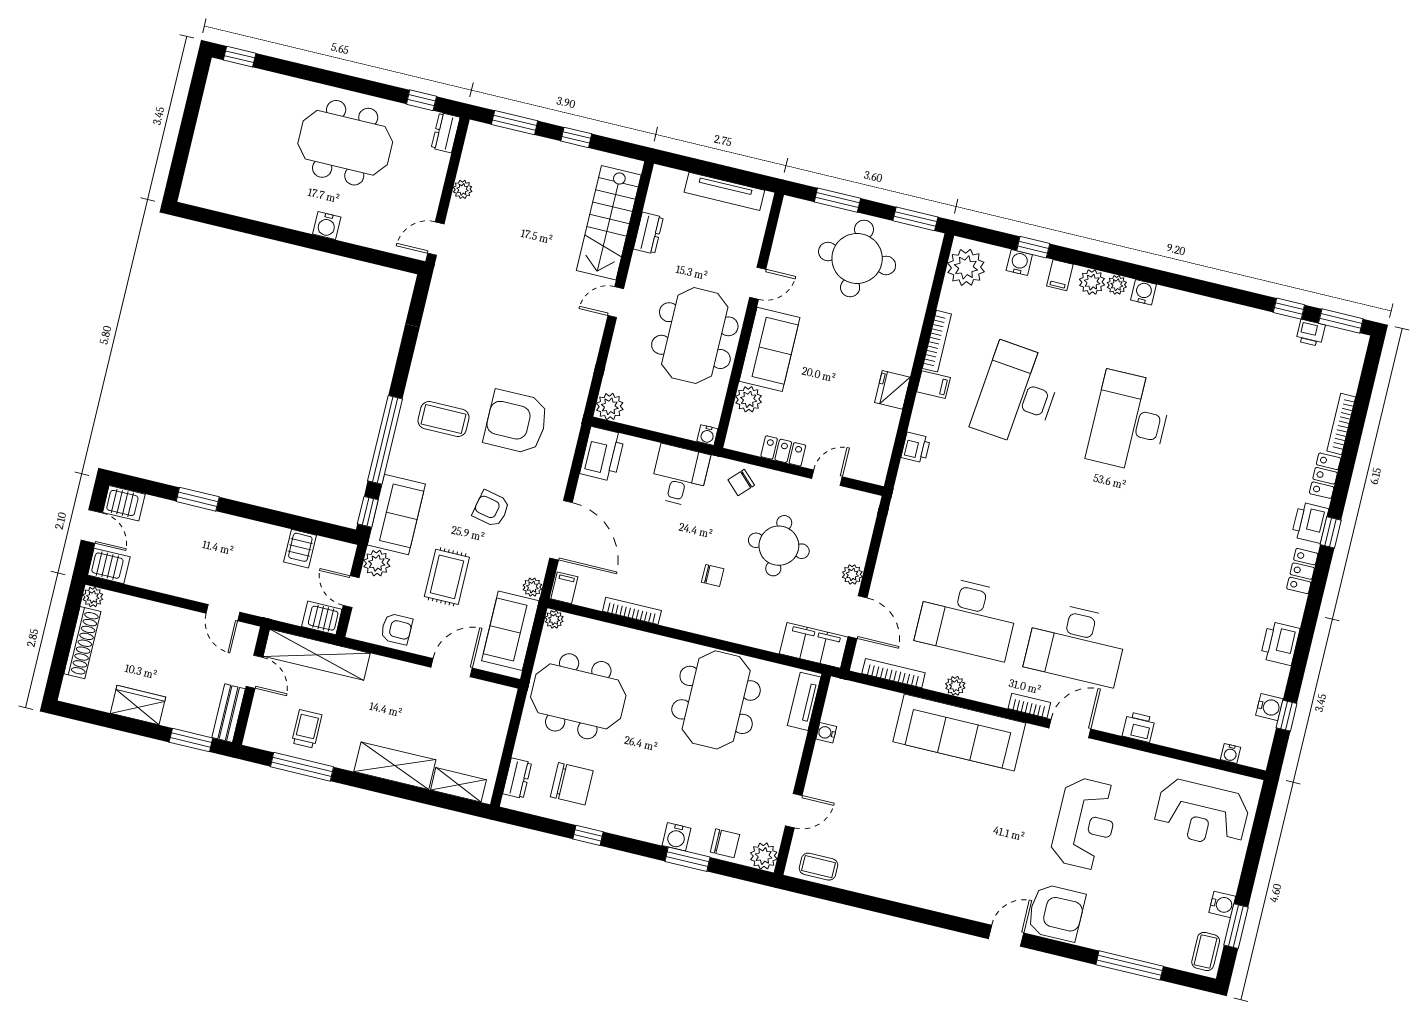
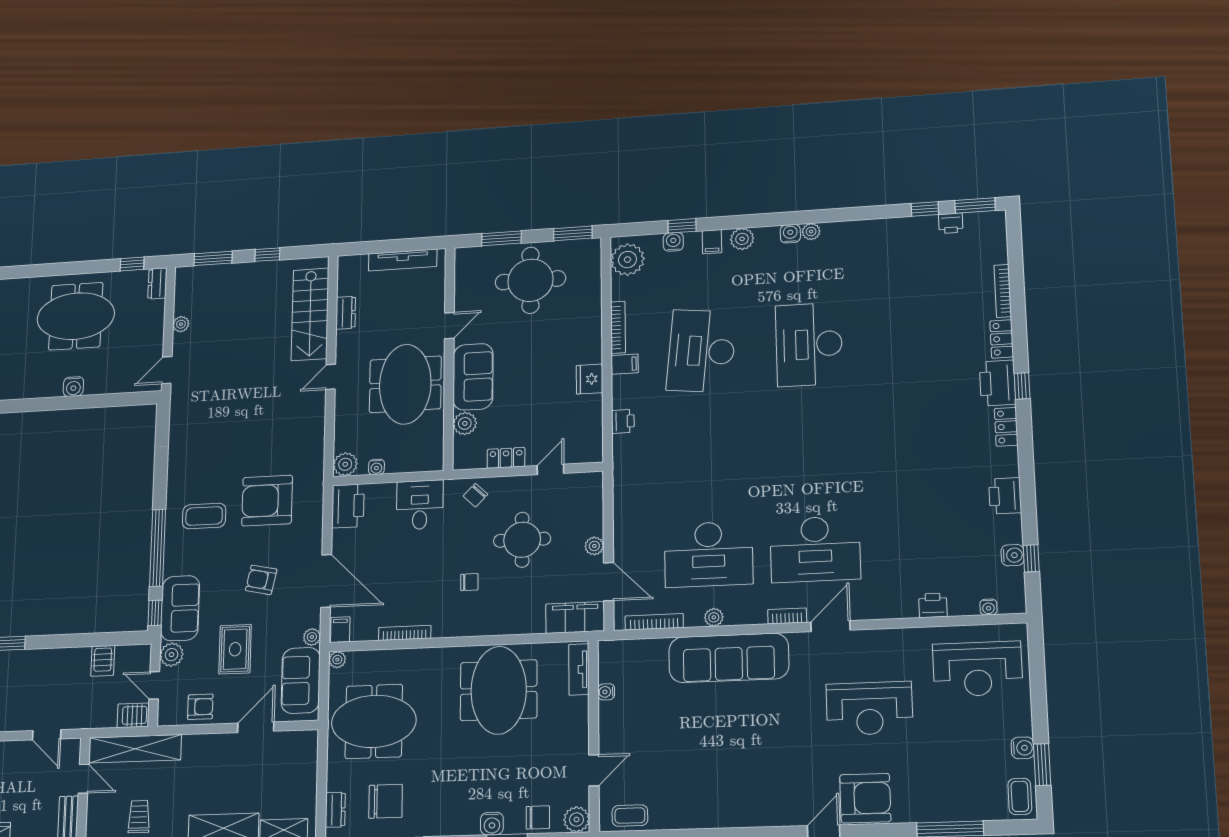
plant: (1117, 285) -> (811, 232), moved
water cooler: (707, 435) -> (376, 467), moved
printer: (1310, 523) -> (998, 383), width x1.37, depth x1.19
printer: (1139, 727) -> (933, 605), moved
reception desk: (1085, 824) -> (869, 708), turned 90

